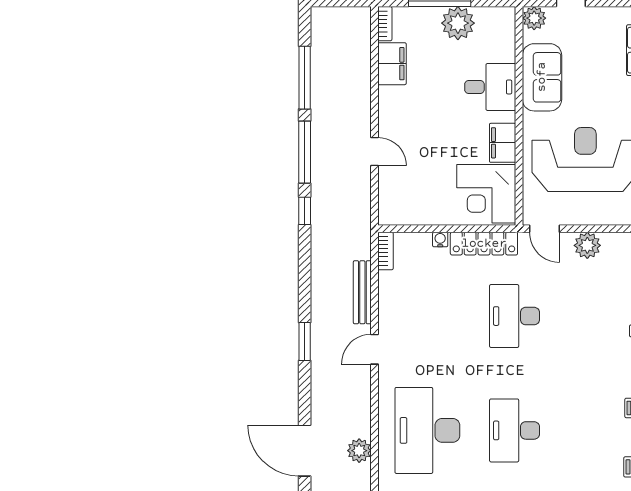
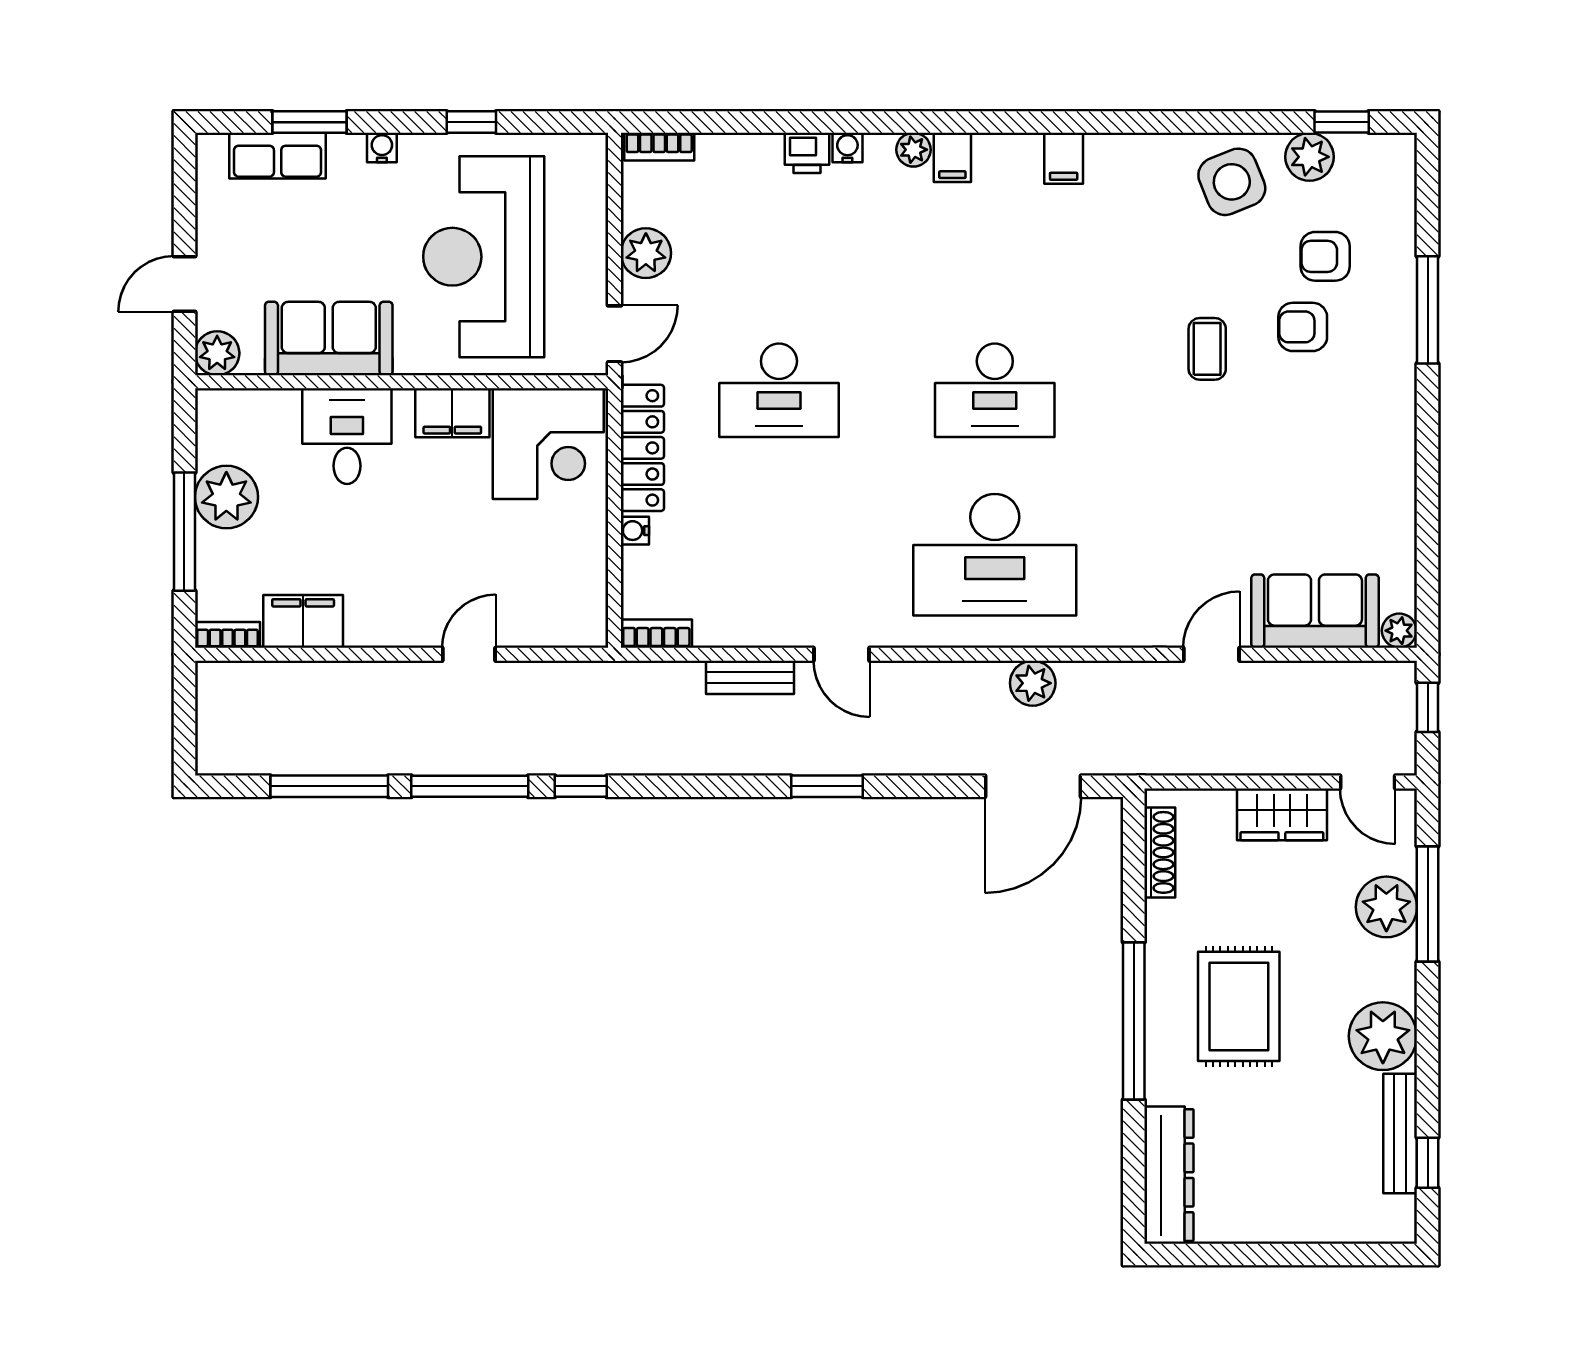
bench: (362, 292) -> (750, 677), width x0.73

